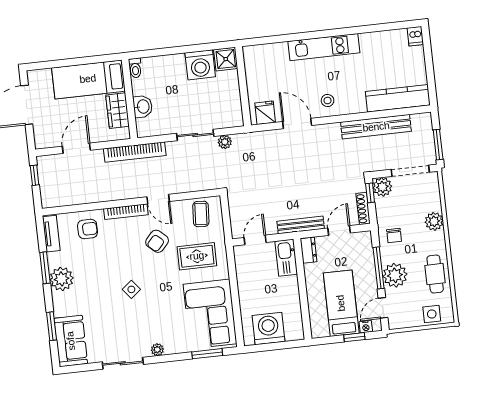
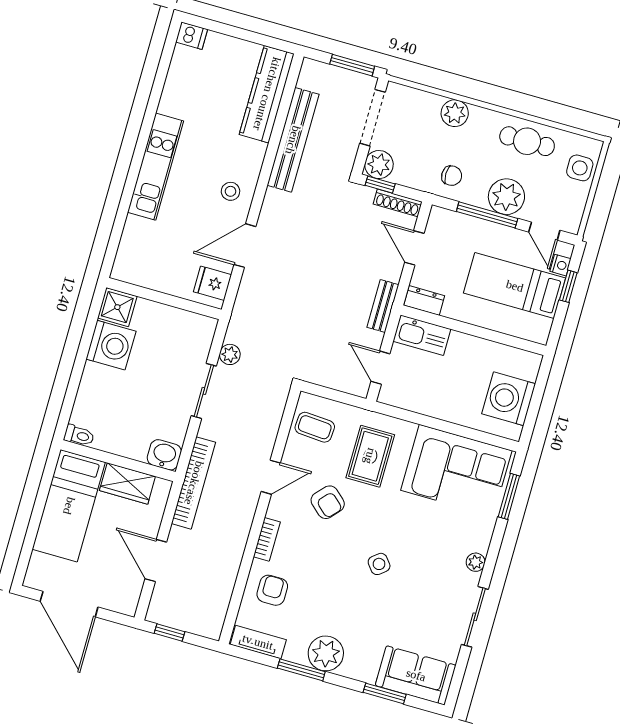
washbasin: (143, 107) -> (164, 455), moved
bookcase: (126, 212) -> (267, 539), width x0.64
bench: (301, 225) -> (383, 306), width x0.73

